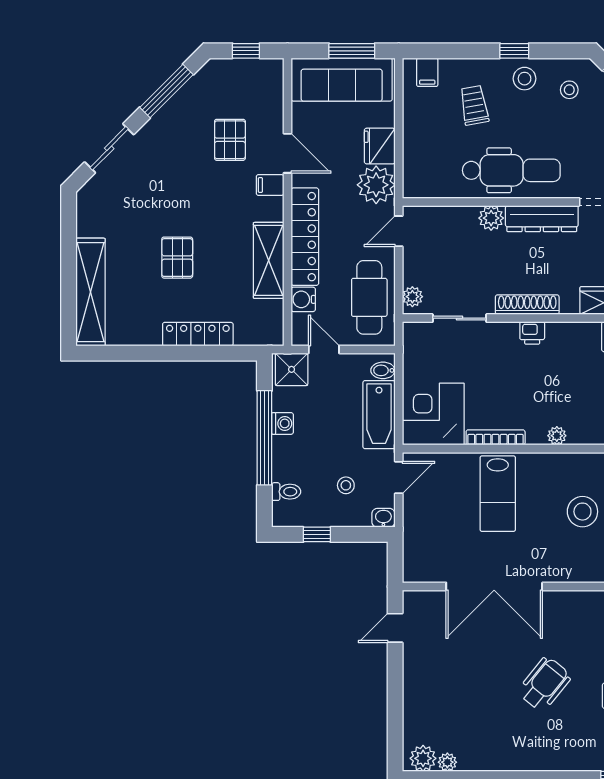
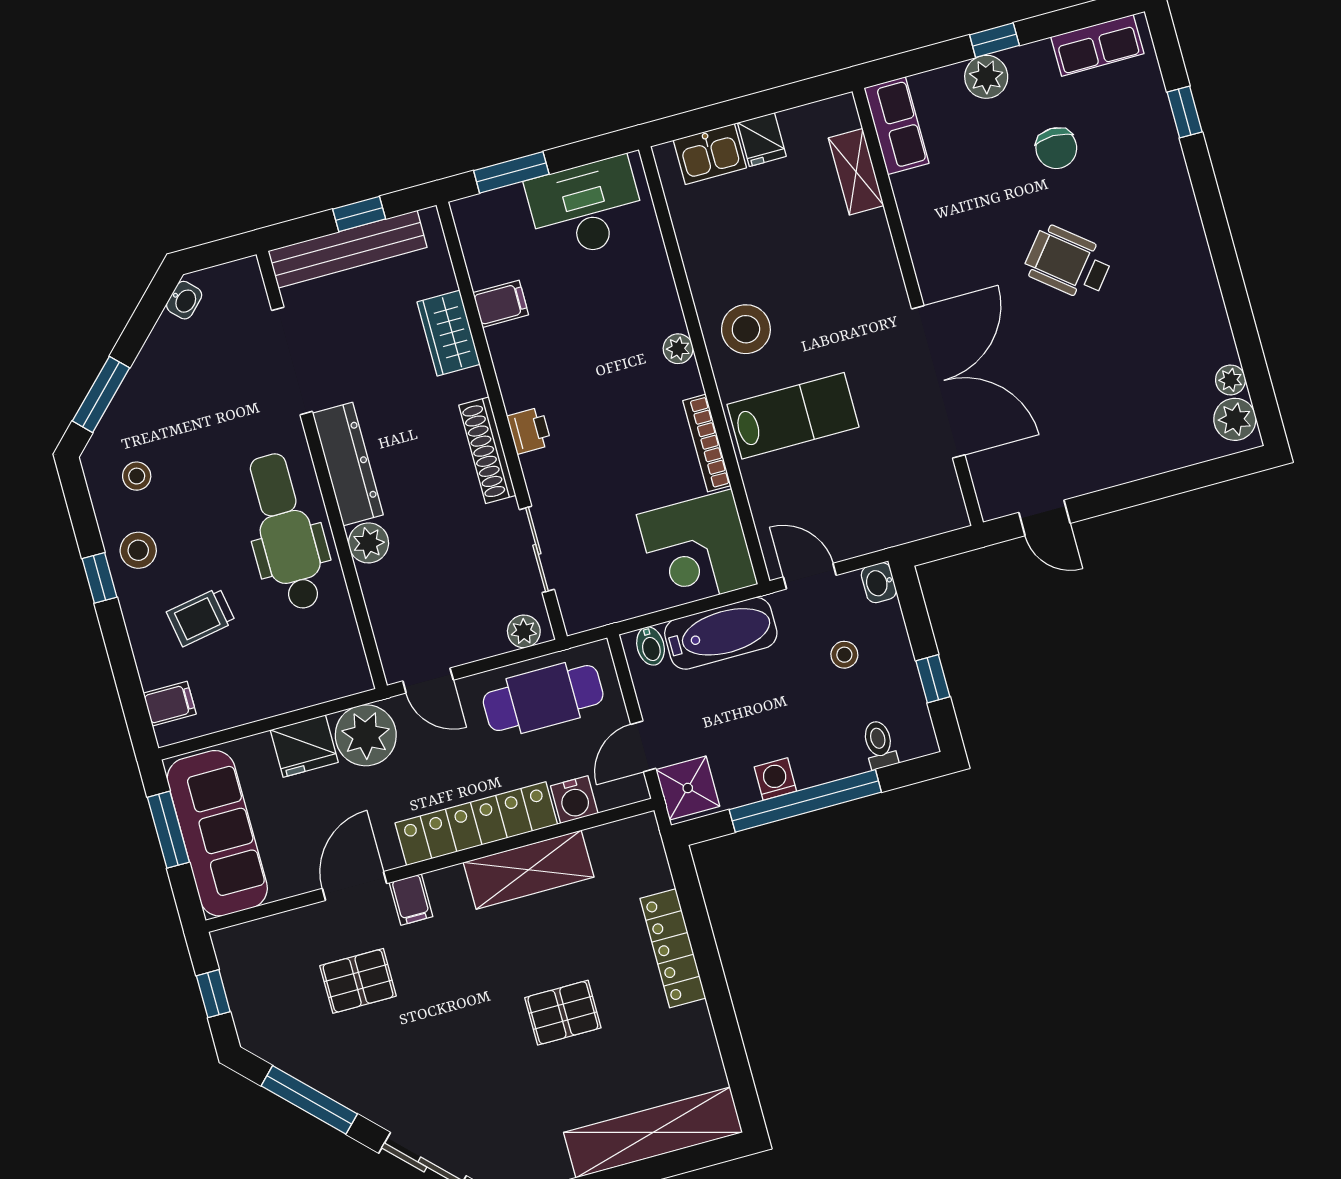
stool: (582, 512) -> (746, 329), moved

